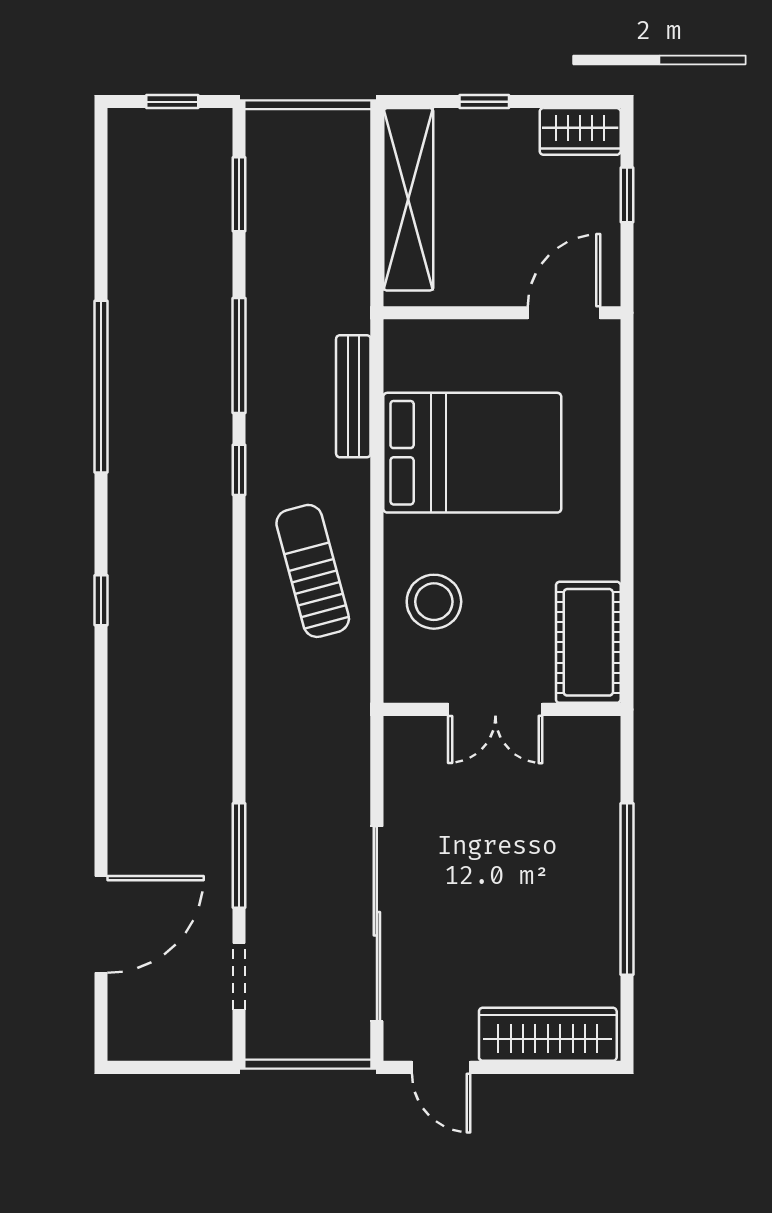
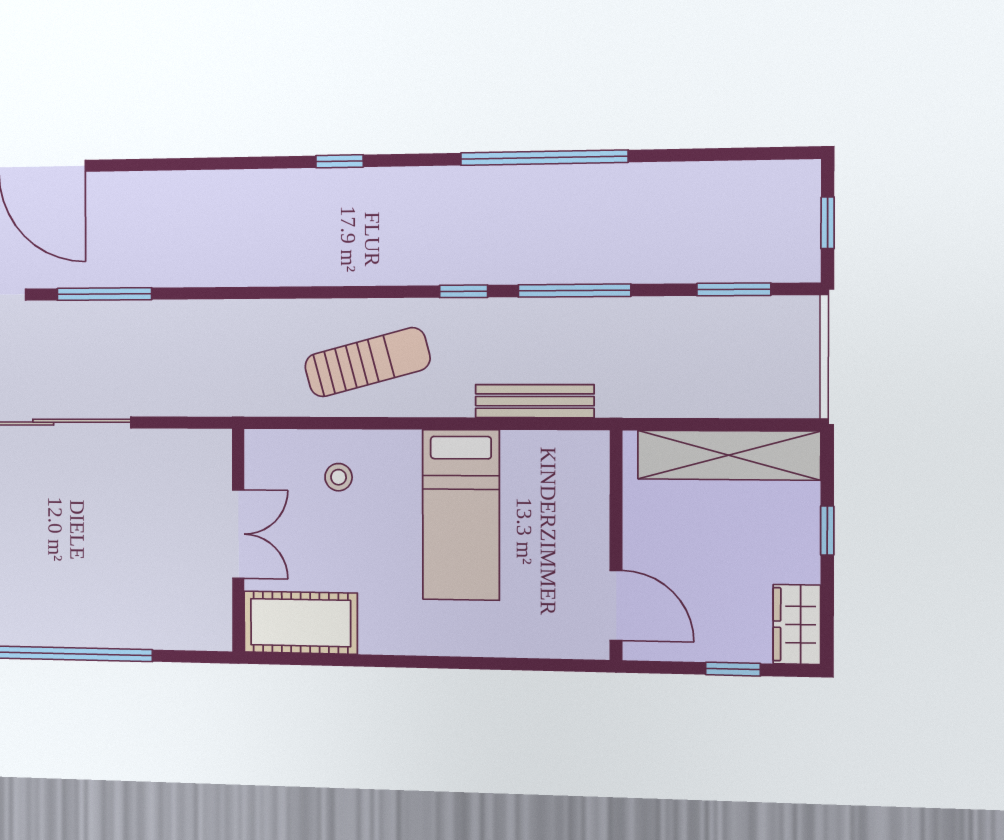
bed: (472, 453) -> (461, 515), width x0.67
stool: (434, 602) -> (339, 477), width x0.53, depth x0.53
double door: (495, 709) -> (238, 534), swing flipped

